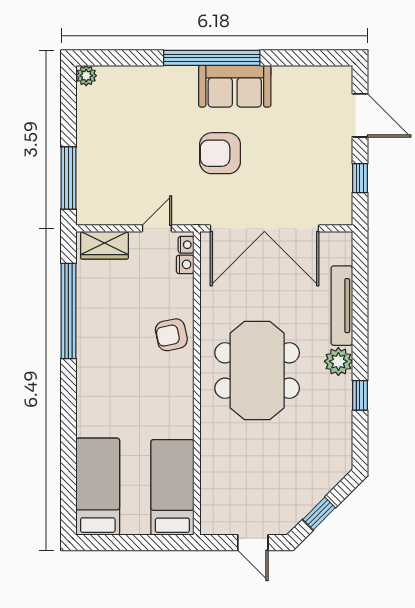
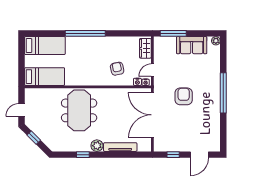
sofa: (235, 86) -> (192, 45), moved, turned -90
door: (157, 228) -> (152, 70), swing flipped
window: (68, 311) -> (85, 33), moved
armchair: (171, 335) -> (117, 69), moved
meeting table: (257, 371) -> (79, 110), moved, turned 90

